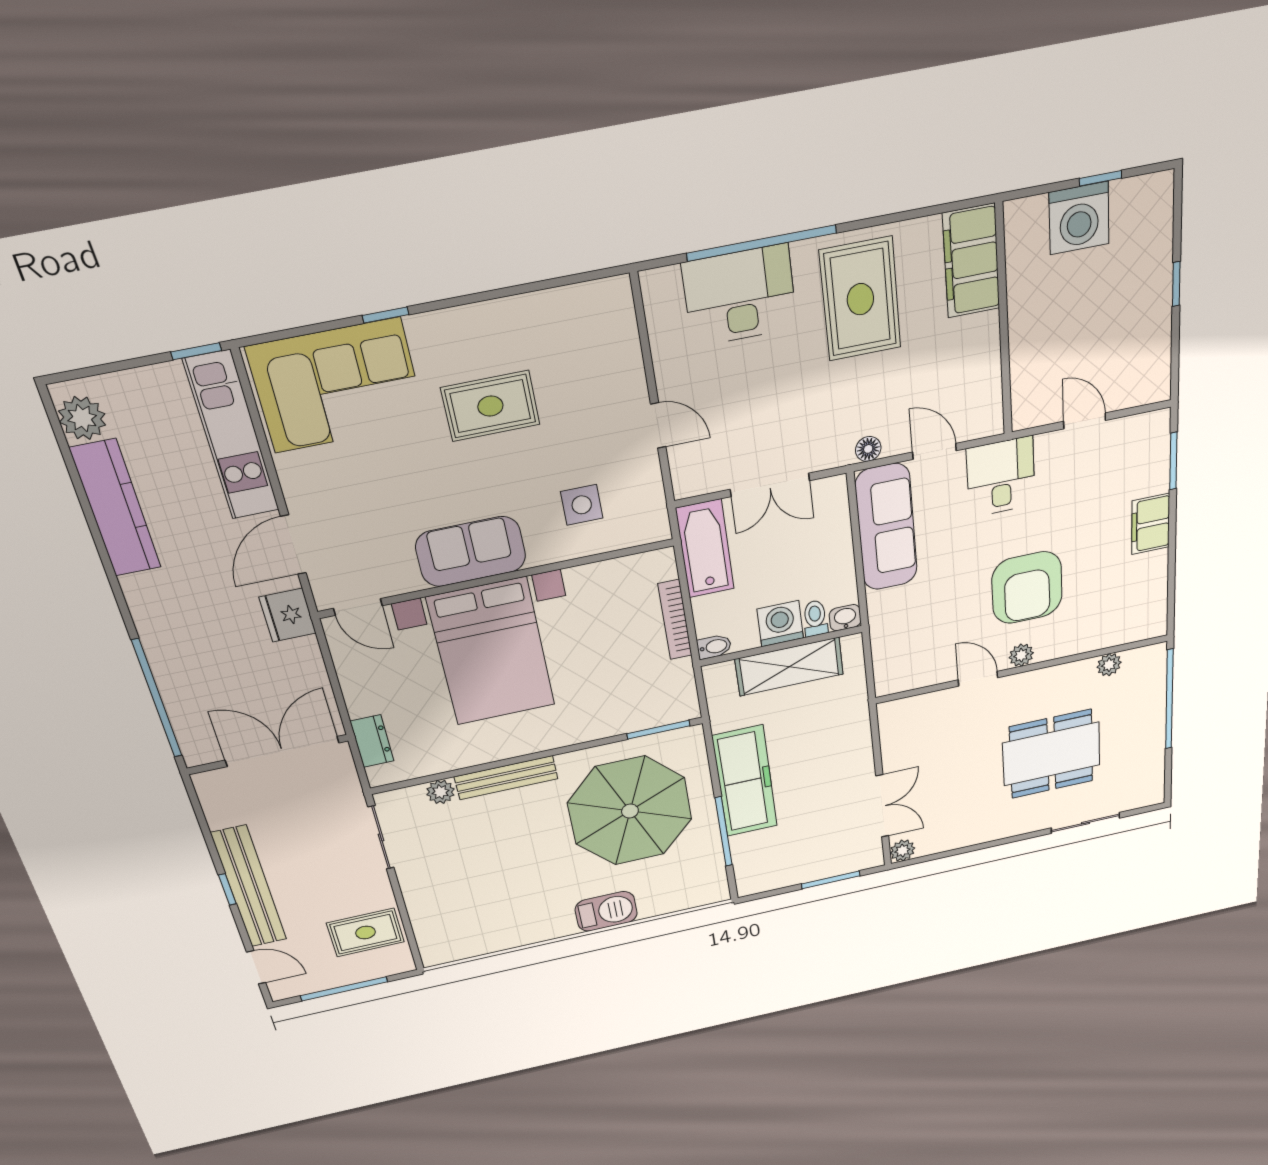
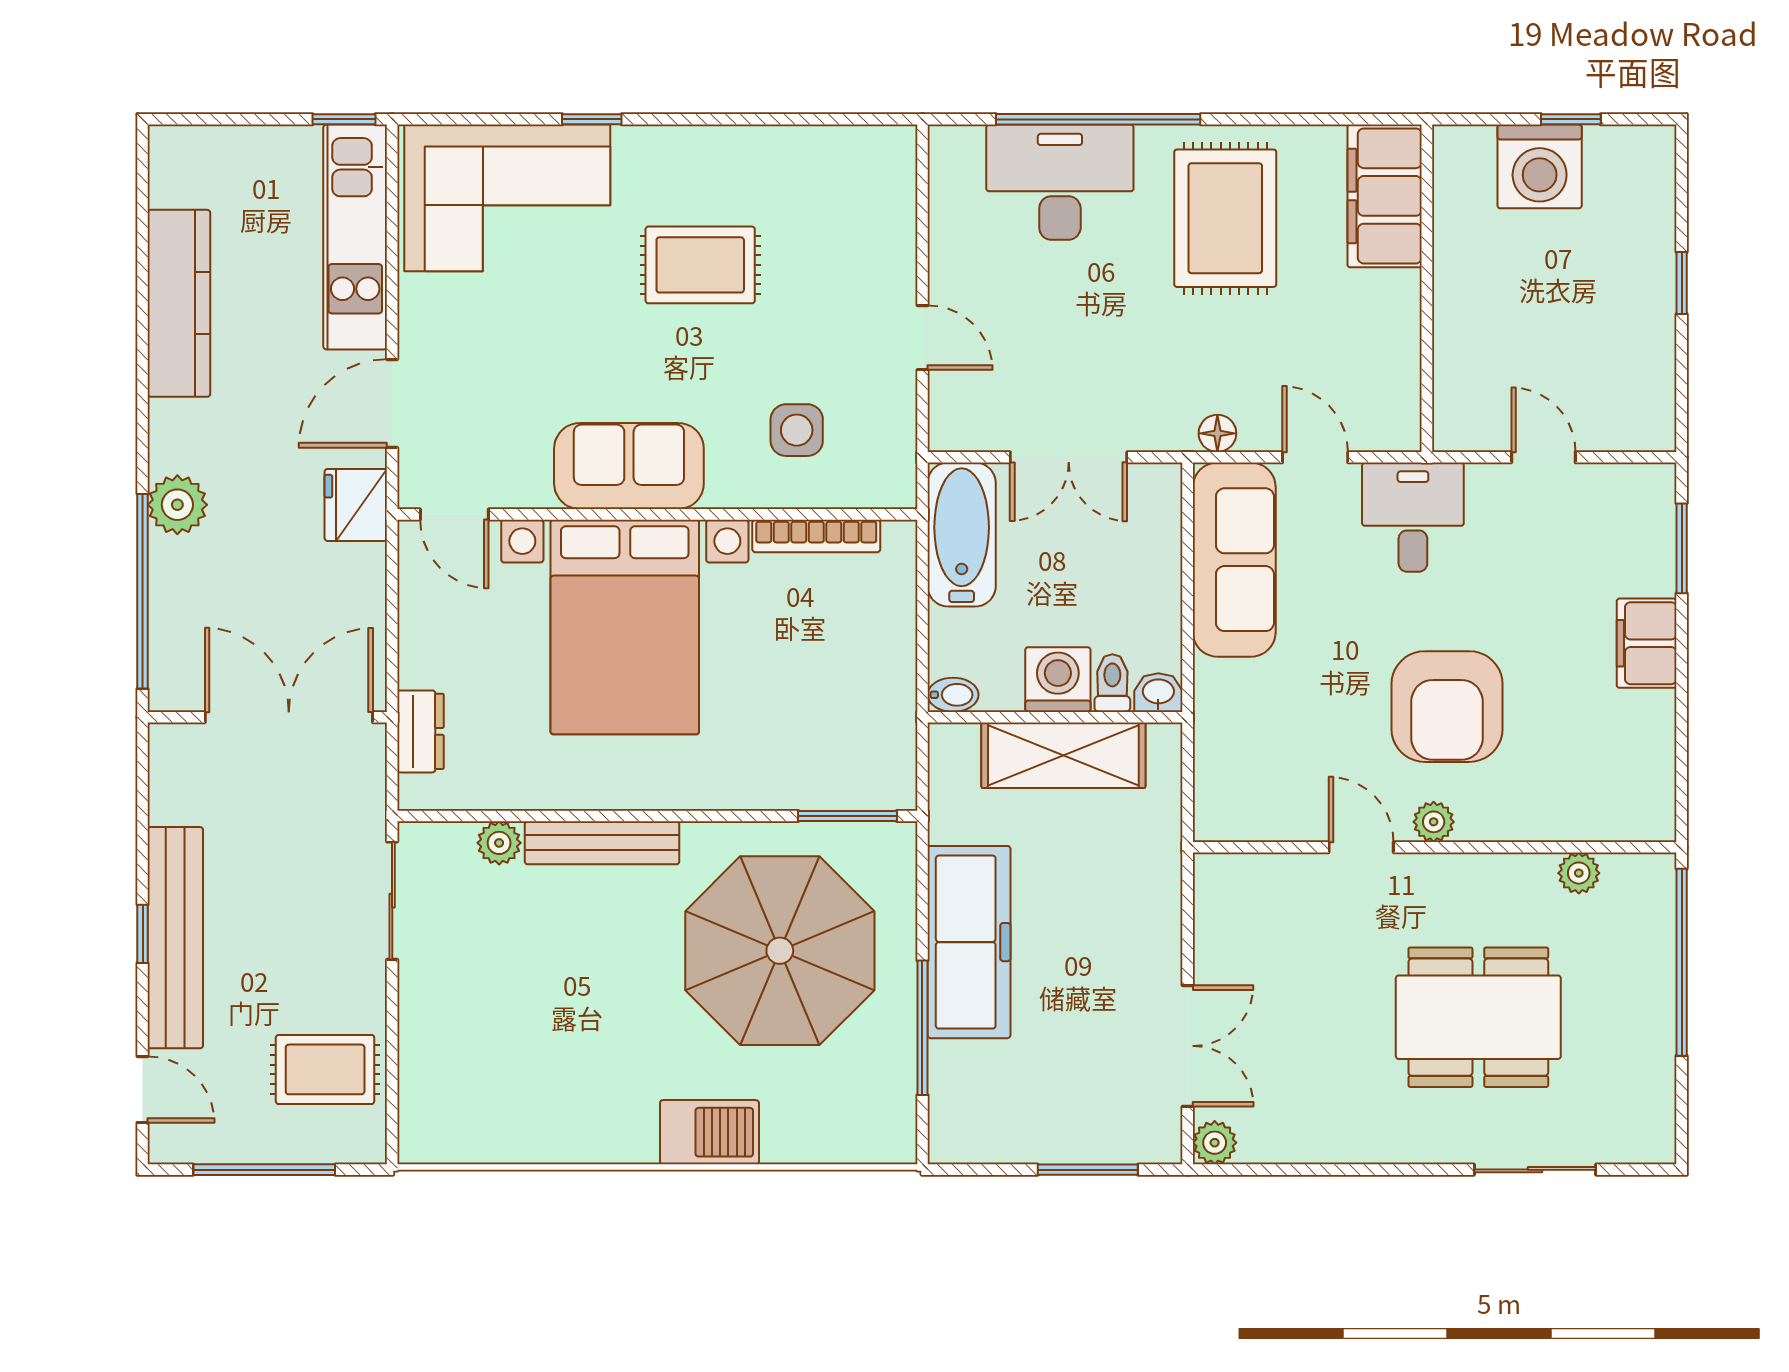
plant: (82, 418) -> (177, 505), moved
bookcase: (675, 620) -> (816, 536), moved, turned -90

